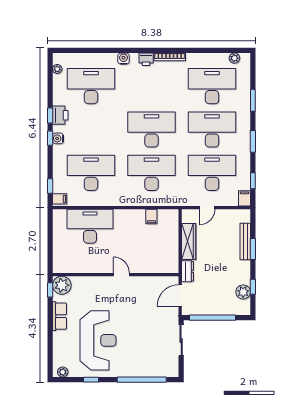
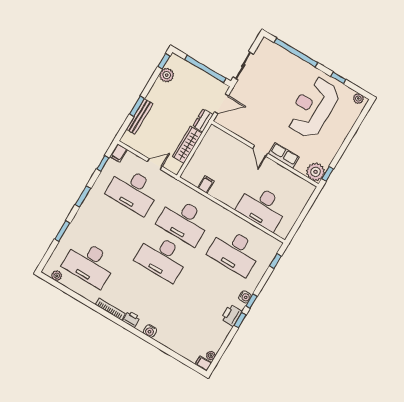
desk: (91, 86) -> (191, 324), removed
desk: (212, 130) -> (111, 227), removed
filing cabinet: (60, 199) -> (203, 363), moved
window: (253, 287) -> (164, 61), moved
row of seats: (60, 316) -> (284, 155), moved, turned 90

